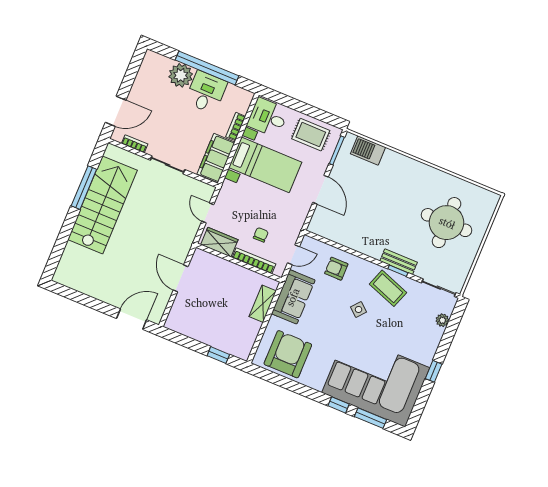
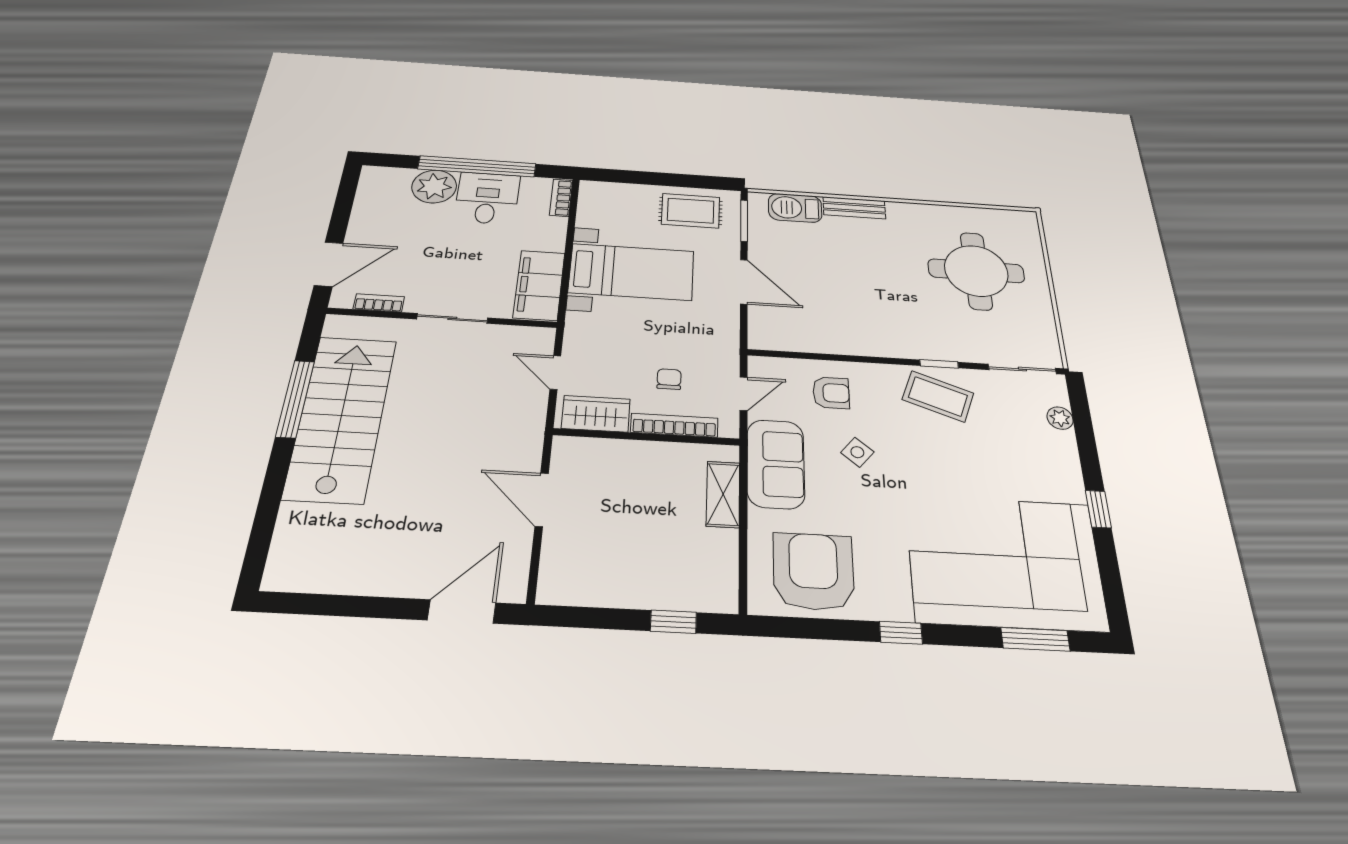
desk: (268, 117) -> (608, 206), removed
bookcase: (236, 127) -> (561, 198), moved
bench: (399, 262) -> (854, 208), moved
armchair: (336, 269) -> (831, 393), turned 180
side table: (359, 309) -> (857, 452), moved
window: (339, 405) -> (901, 633), moved

